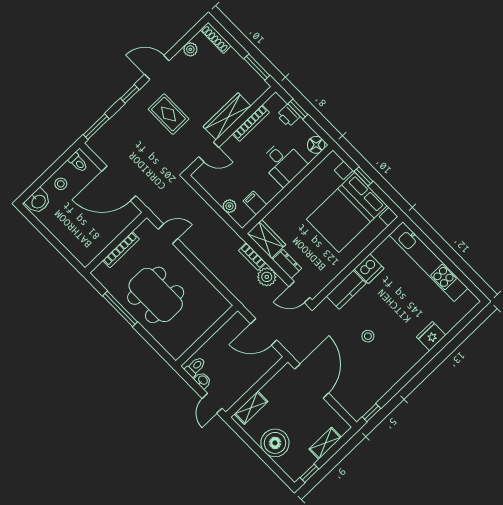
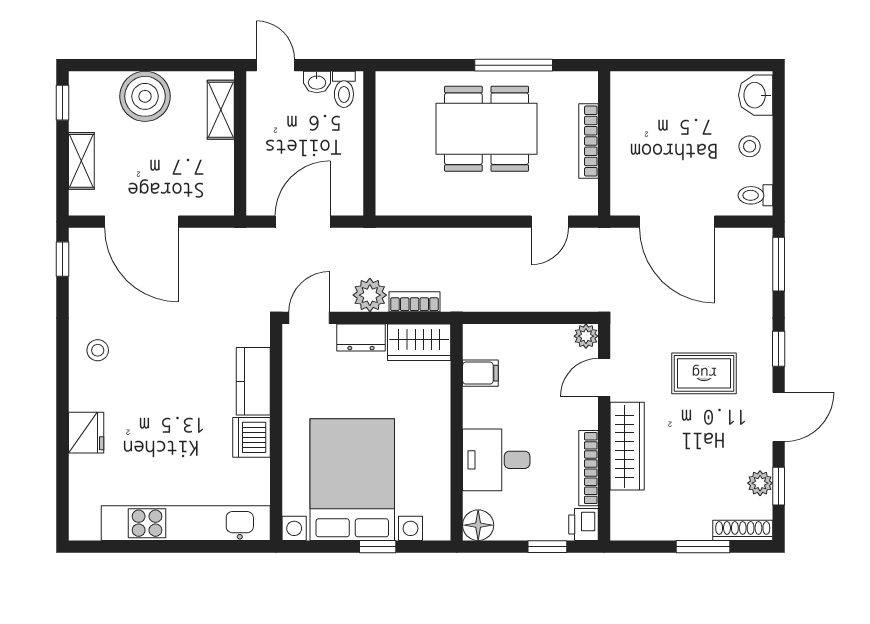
window: (184, 41) -> (779, 486), added
window: (257, 67) -> (703, 547), moved
printer: (288, 116) -> (583, 524), moved, turned -90
door: (119, 183) -> (677, 222), swing flipped
plant: (229, 206) -> (586, 336), moved
stool: (368, 336) -> (98, 350), moved
door: (312, 381) -> (142, 222), moved

